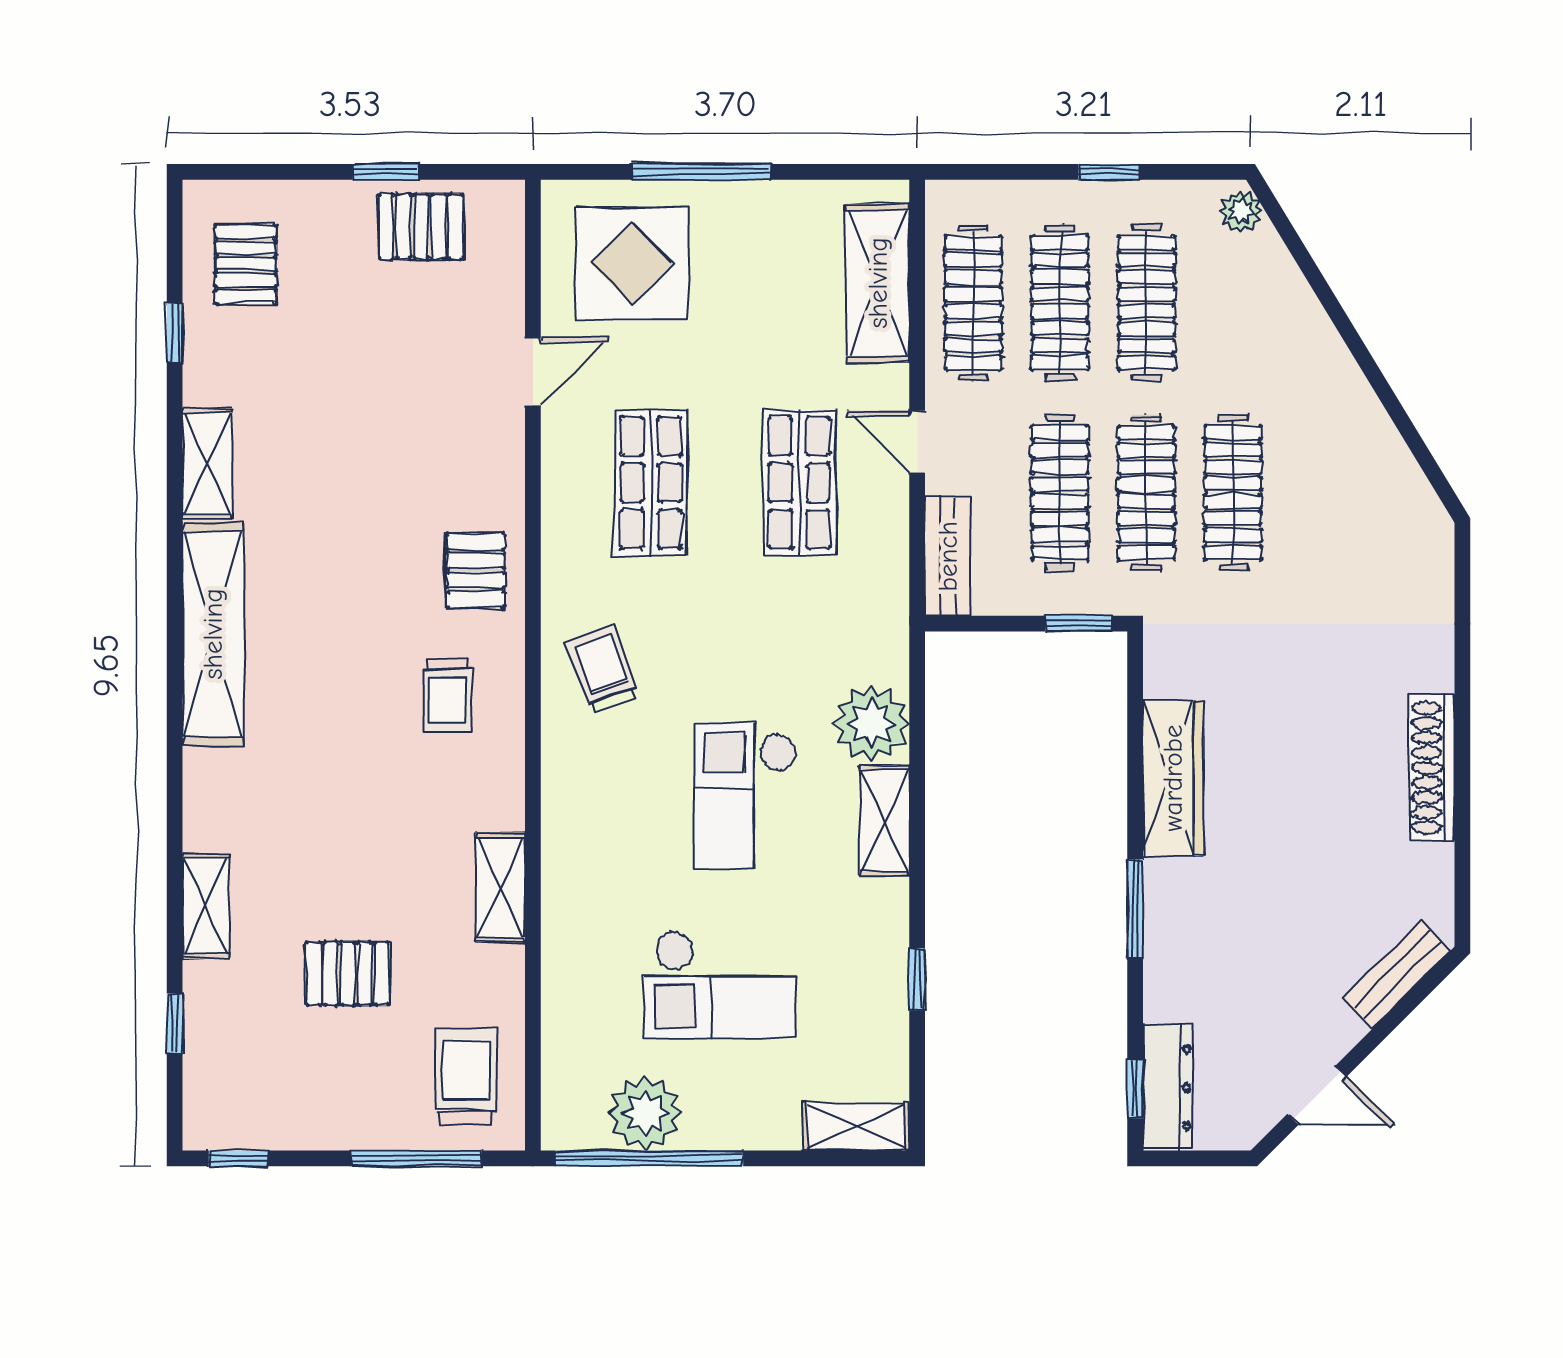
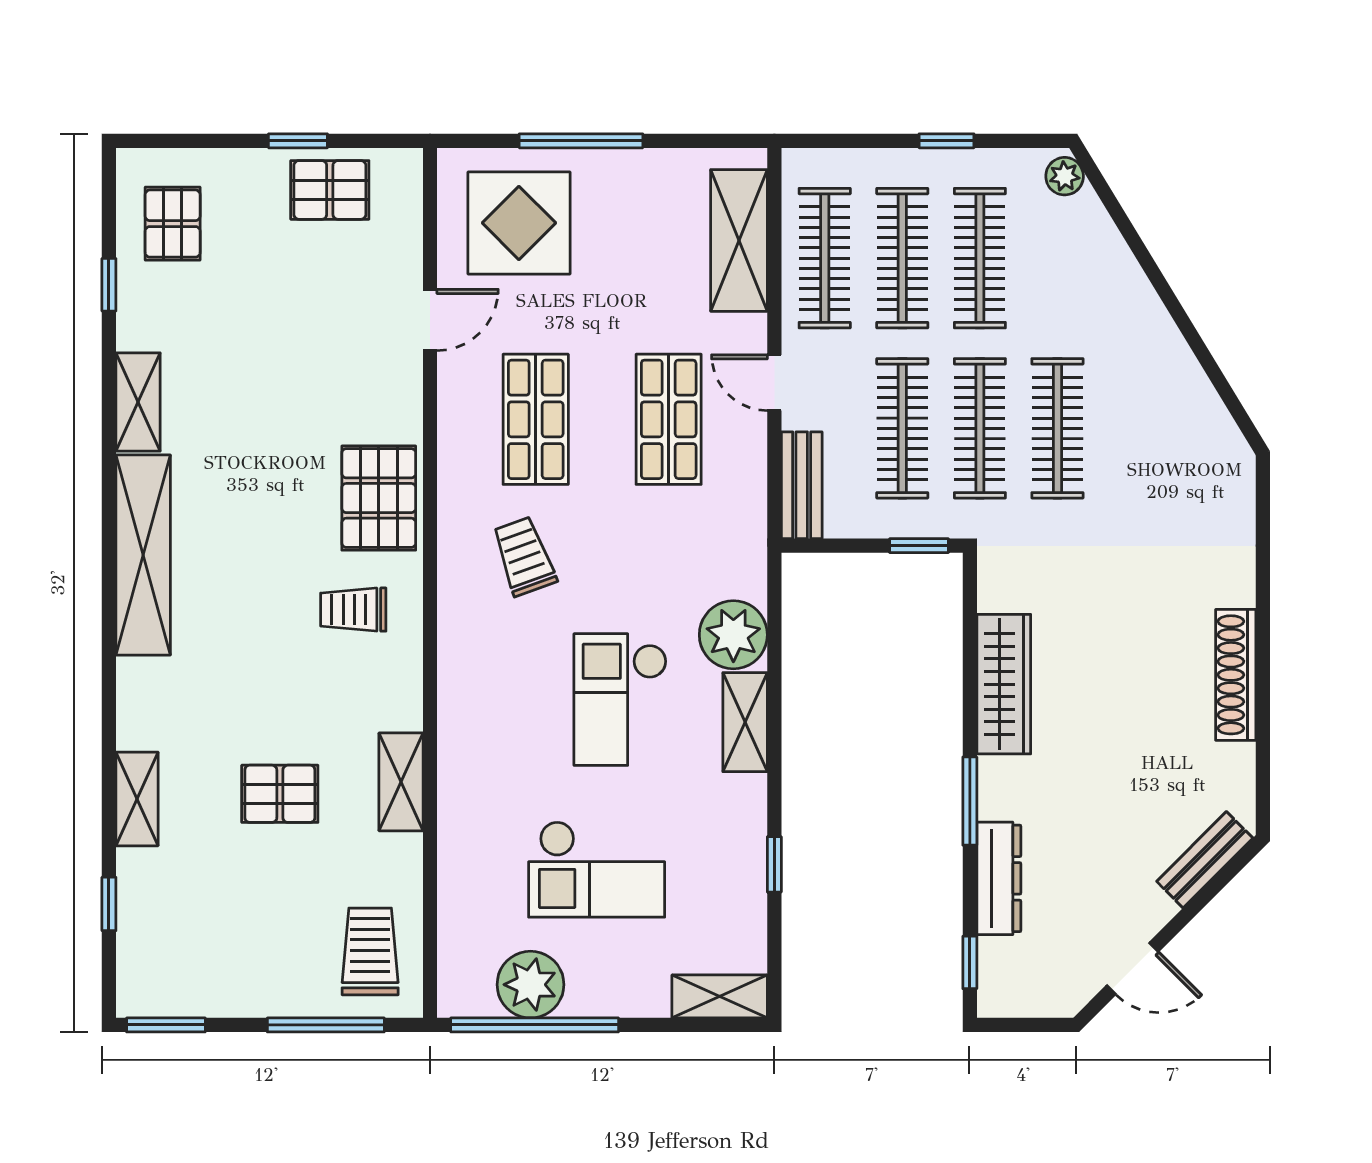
pallet: (476, 570) -> (379, 498), width x1.50, depth x1.42
trolley: (603, 669) -> (524, 556), moved
trolley: (447, 695) -> (353, 610), turned 90
pallet: (348, 974) -> (280, 794), moved
dresser: (1168, 1088) -> (999, 878), moved
window: (238, 1158) -> (166, 1025), width x1.50

